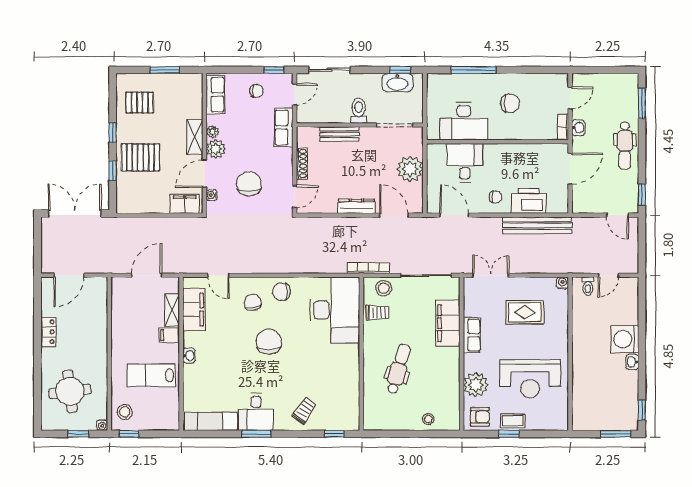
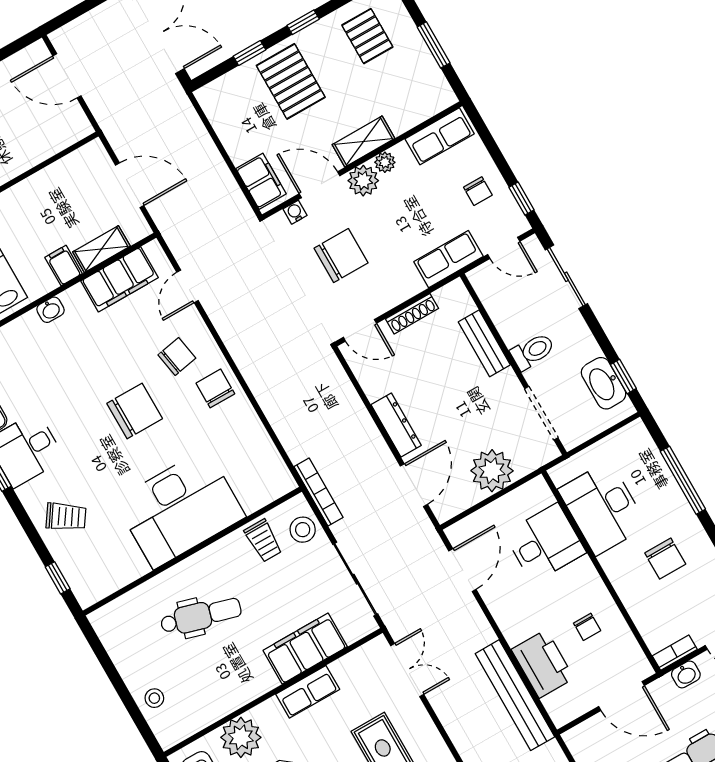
chair: (495, 197) -> (587, 627), moved
desk: (335, 310) -> (180, 509), moved

